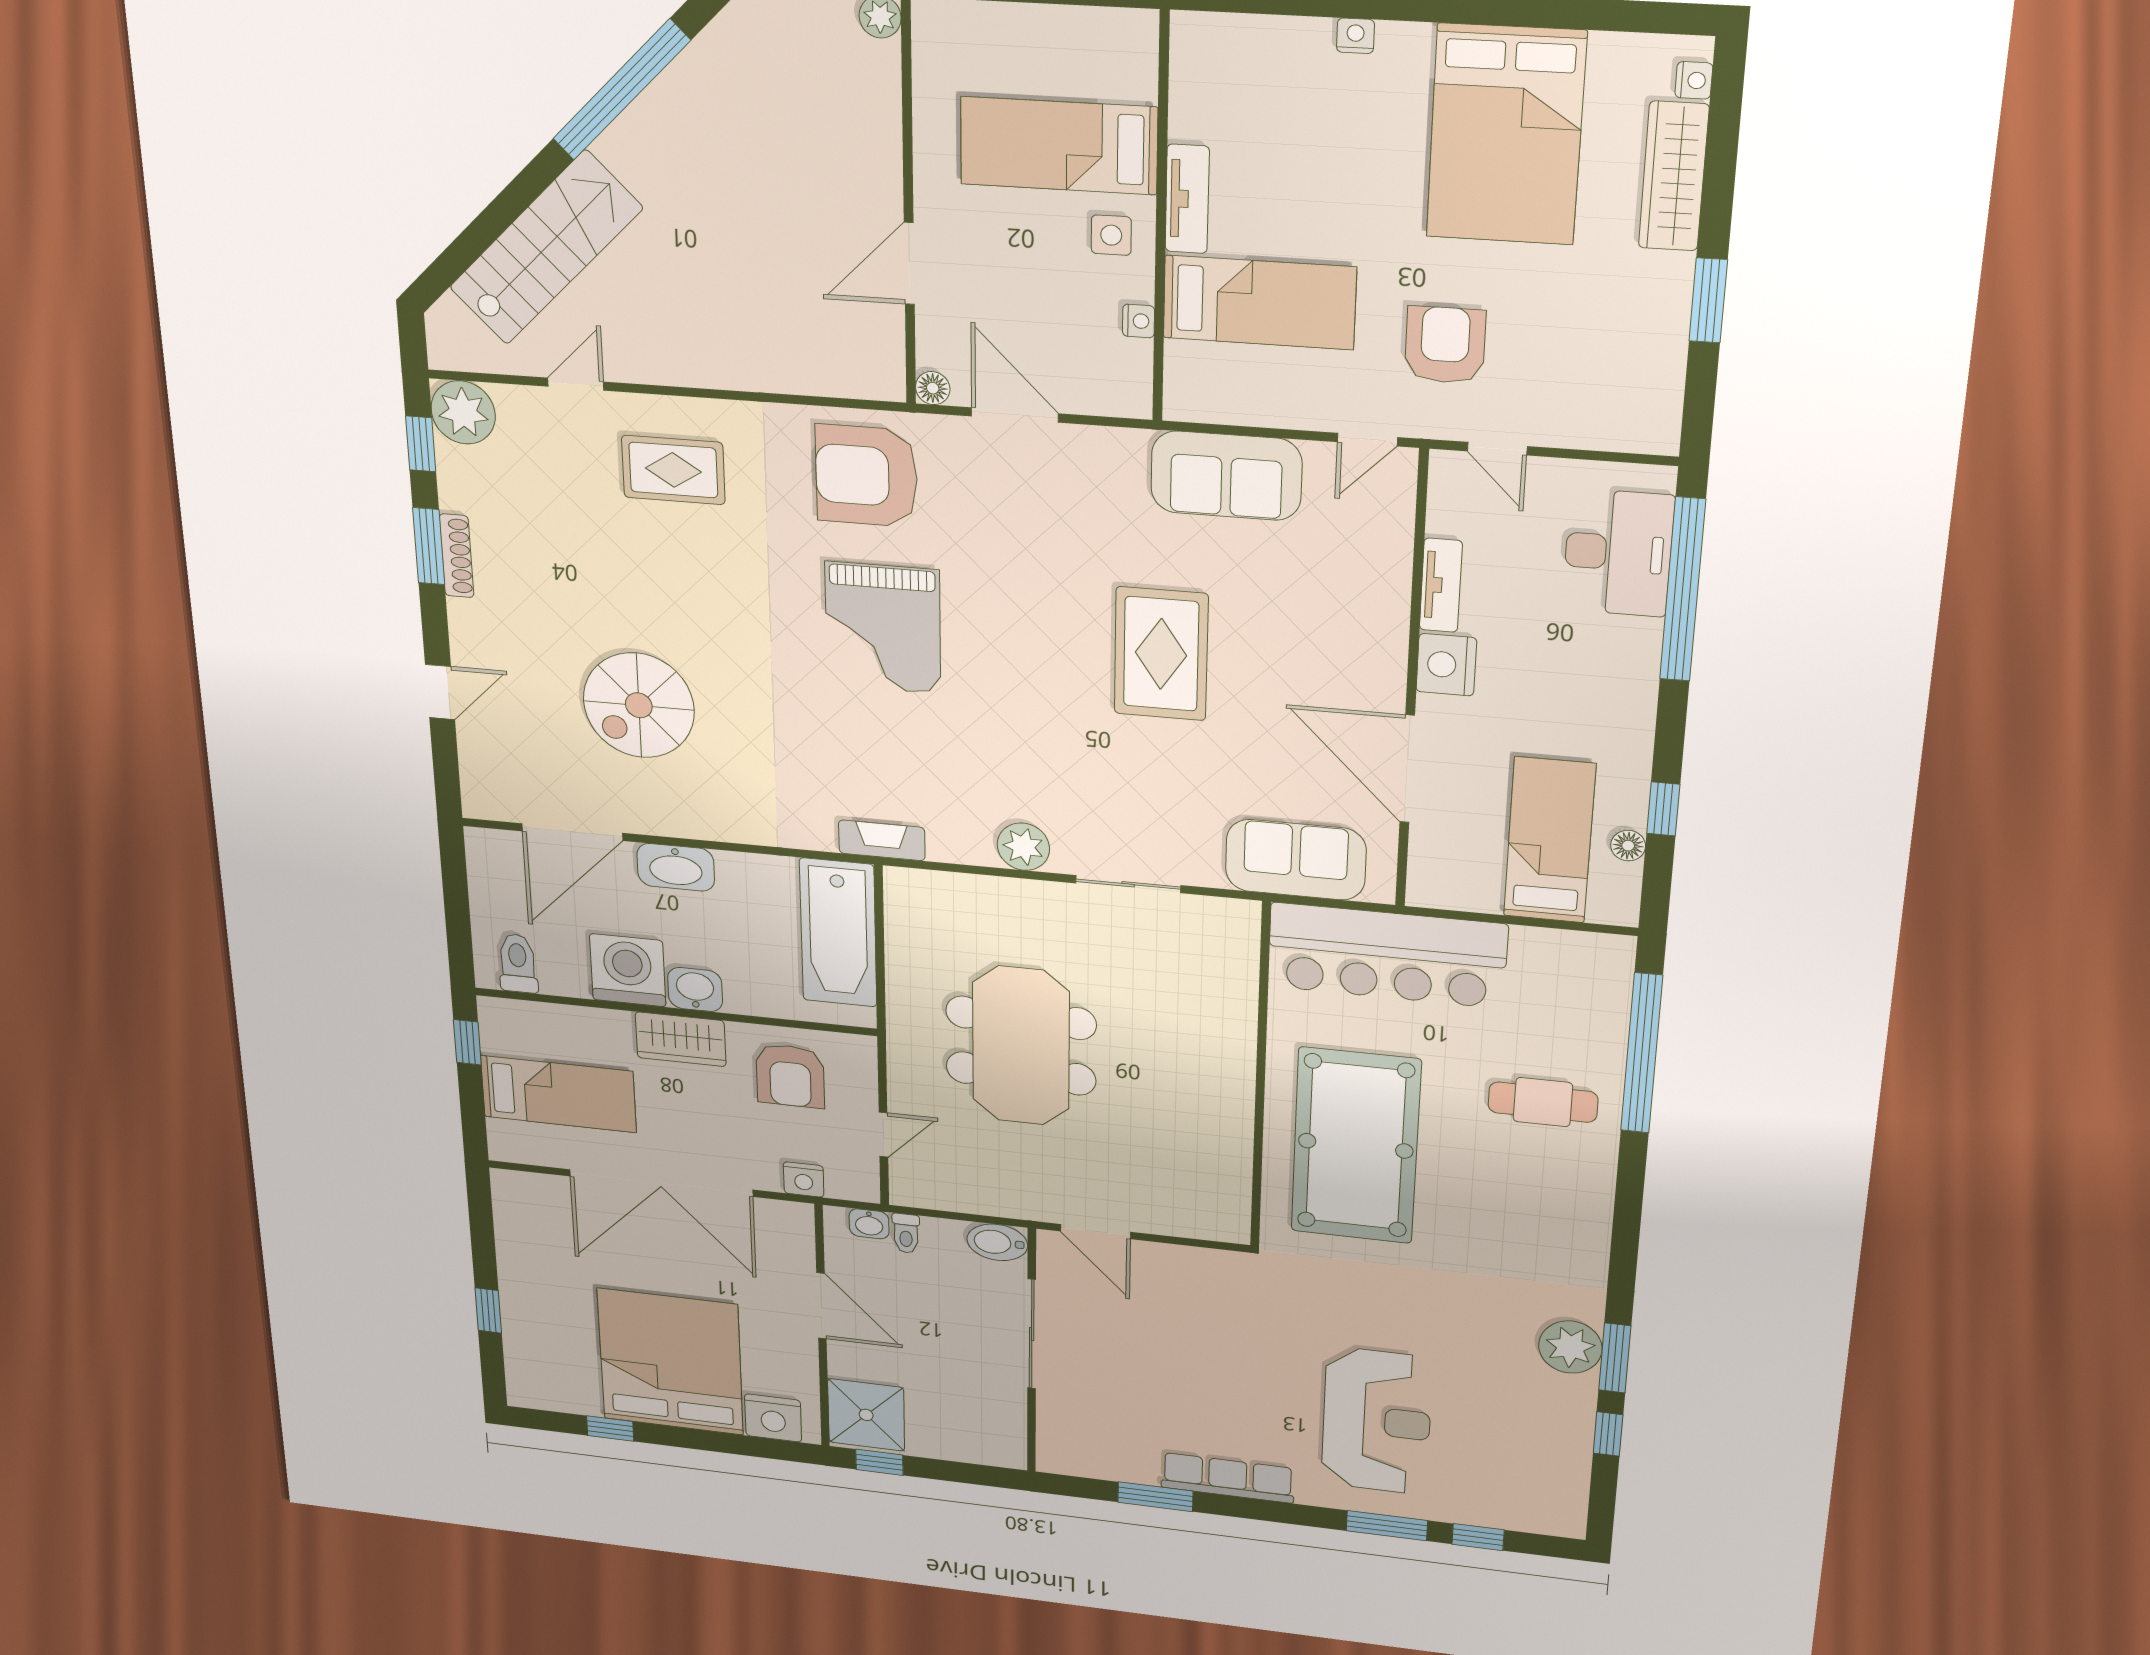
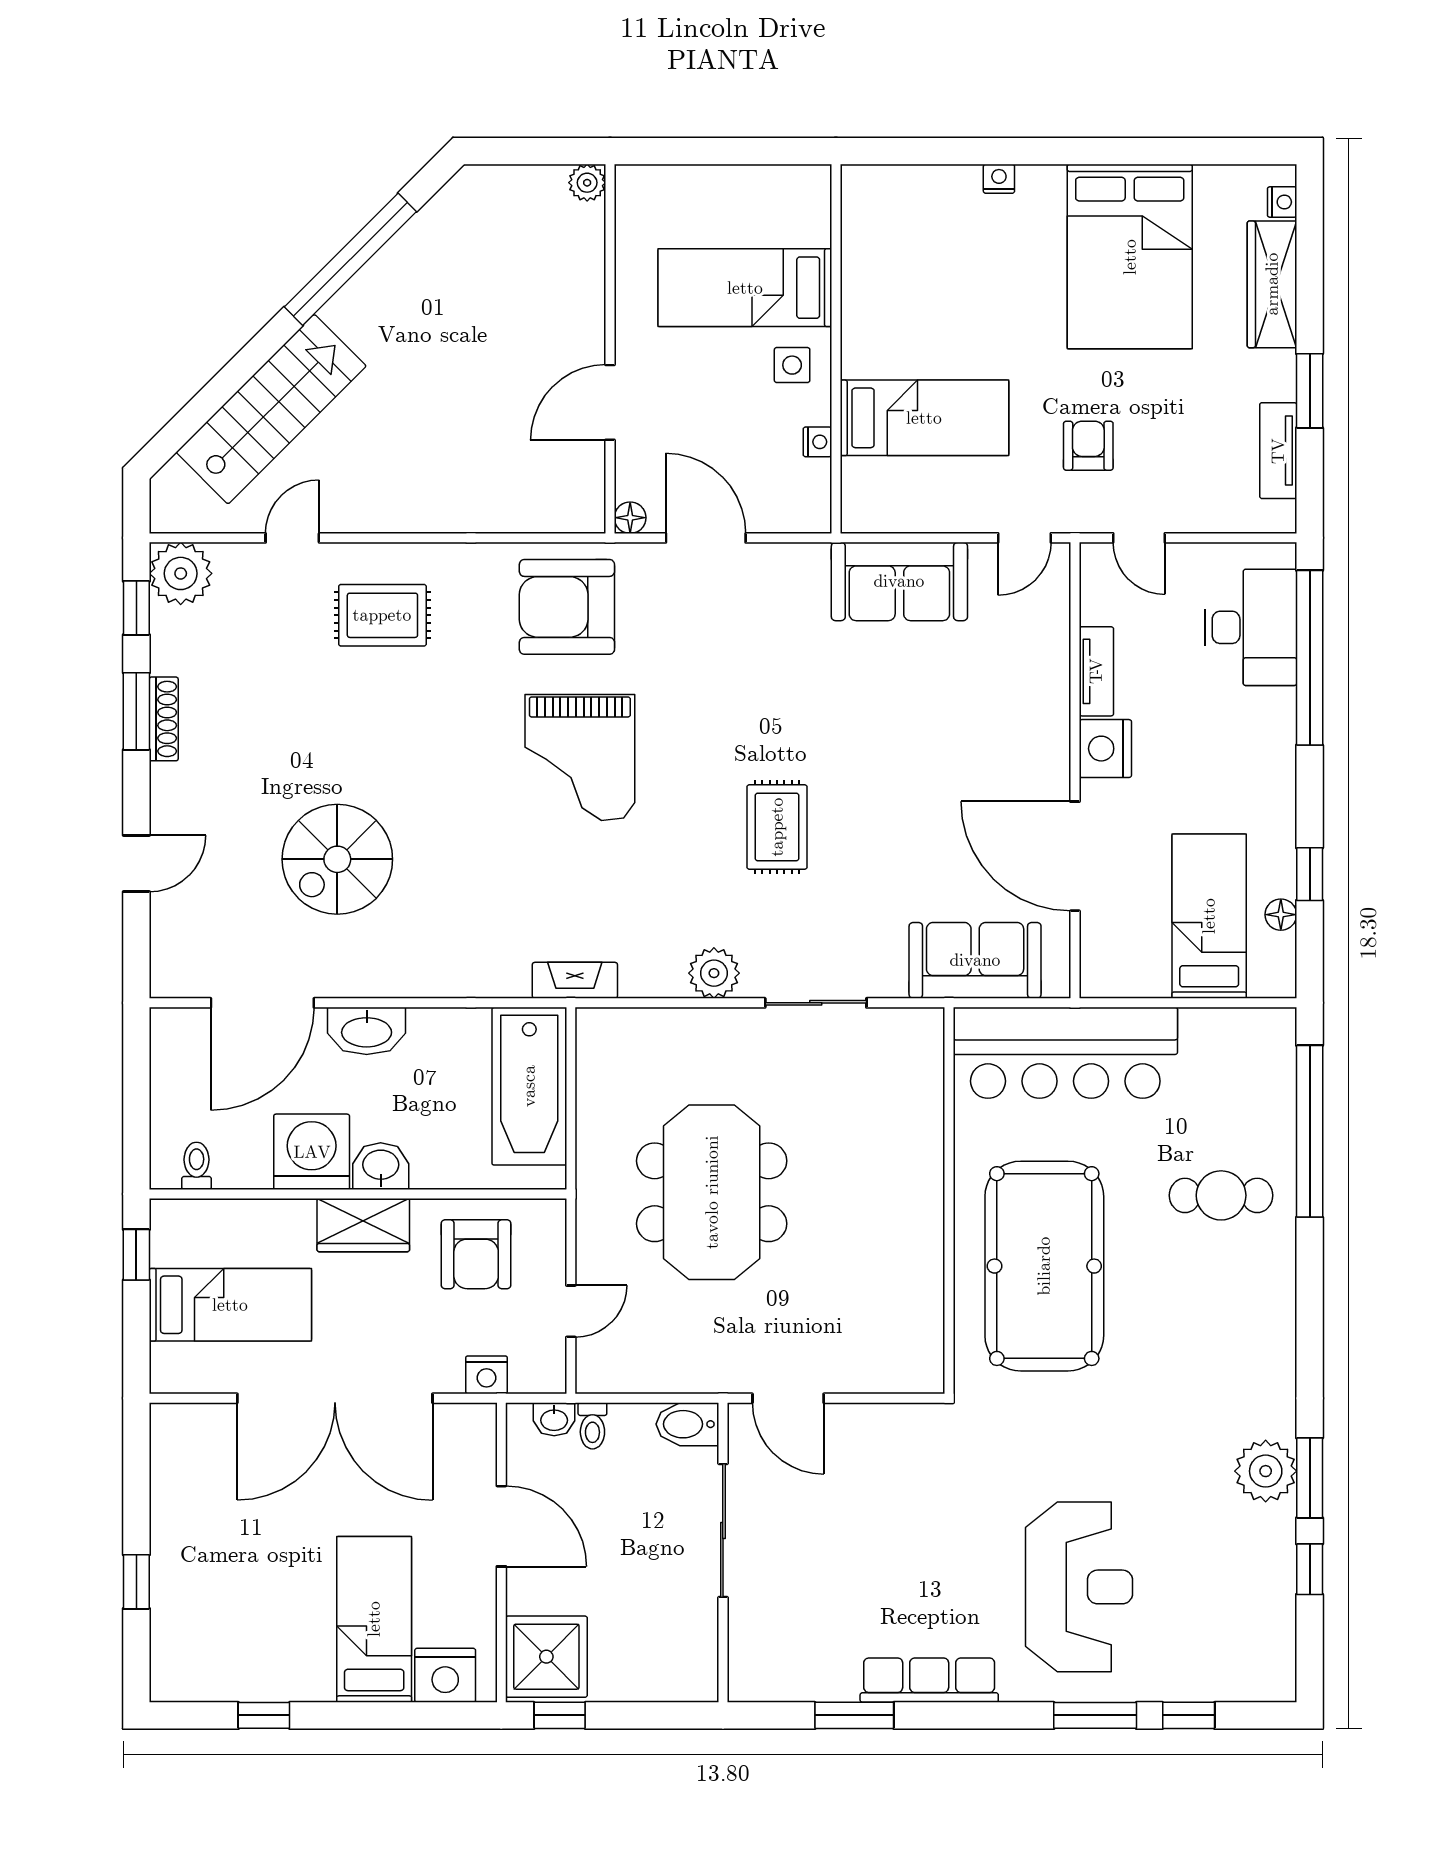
tv unit: (1187, 199) -> (1278, 451), moved, turned 180
armchair: (1445, 345) -> (1088, 446), width x0.72, depth x0.72
rug: (1161, 654) -> (777, 827), moved, width x0.73, depth x0.70
toilet: (518, 963) -> (197, 1166), width x0.73, depth x0.72
bed: (670, 1362) -> (374, 1619), width x0.49

